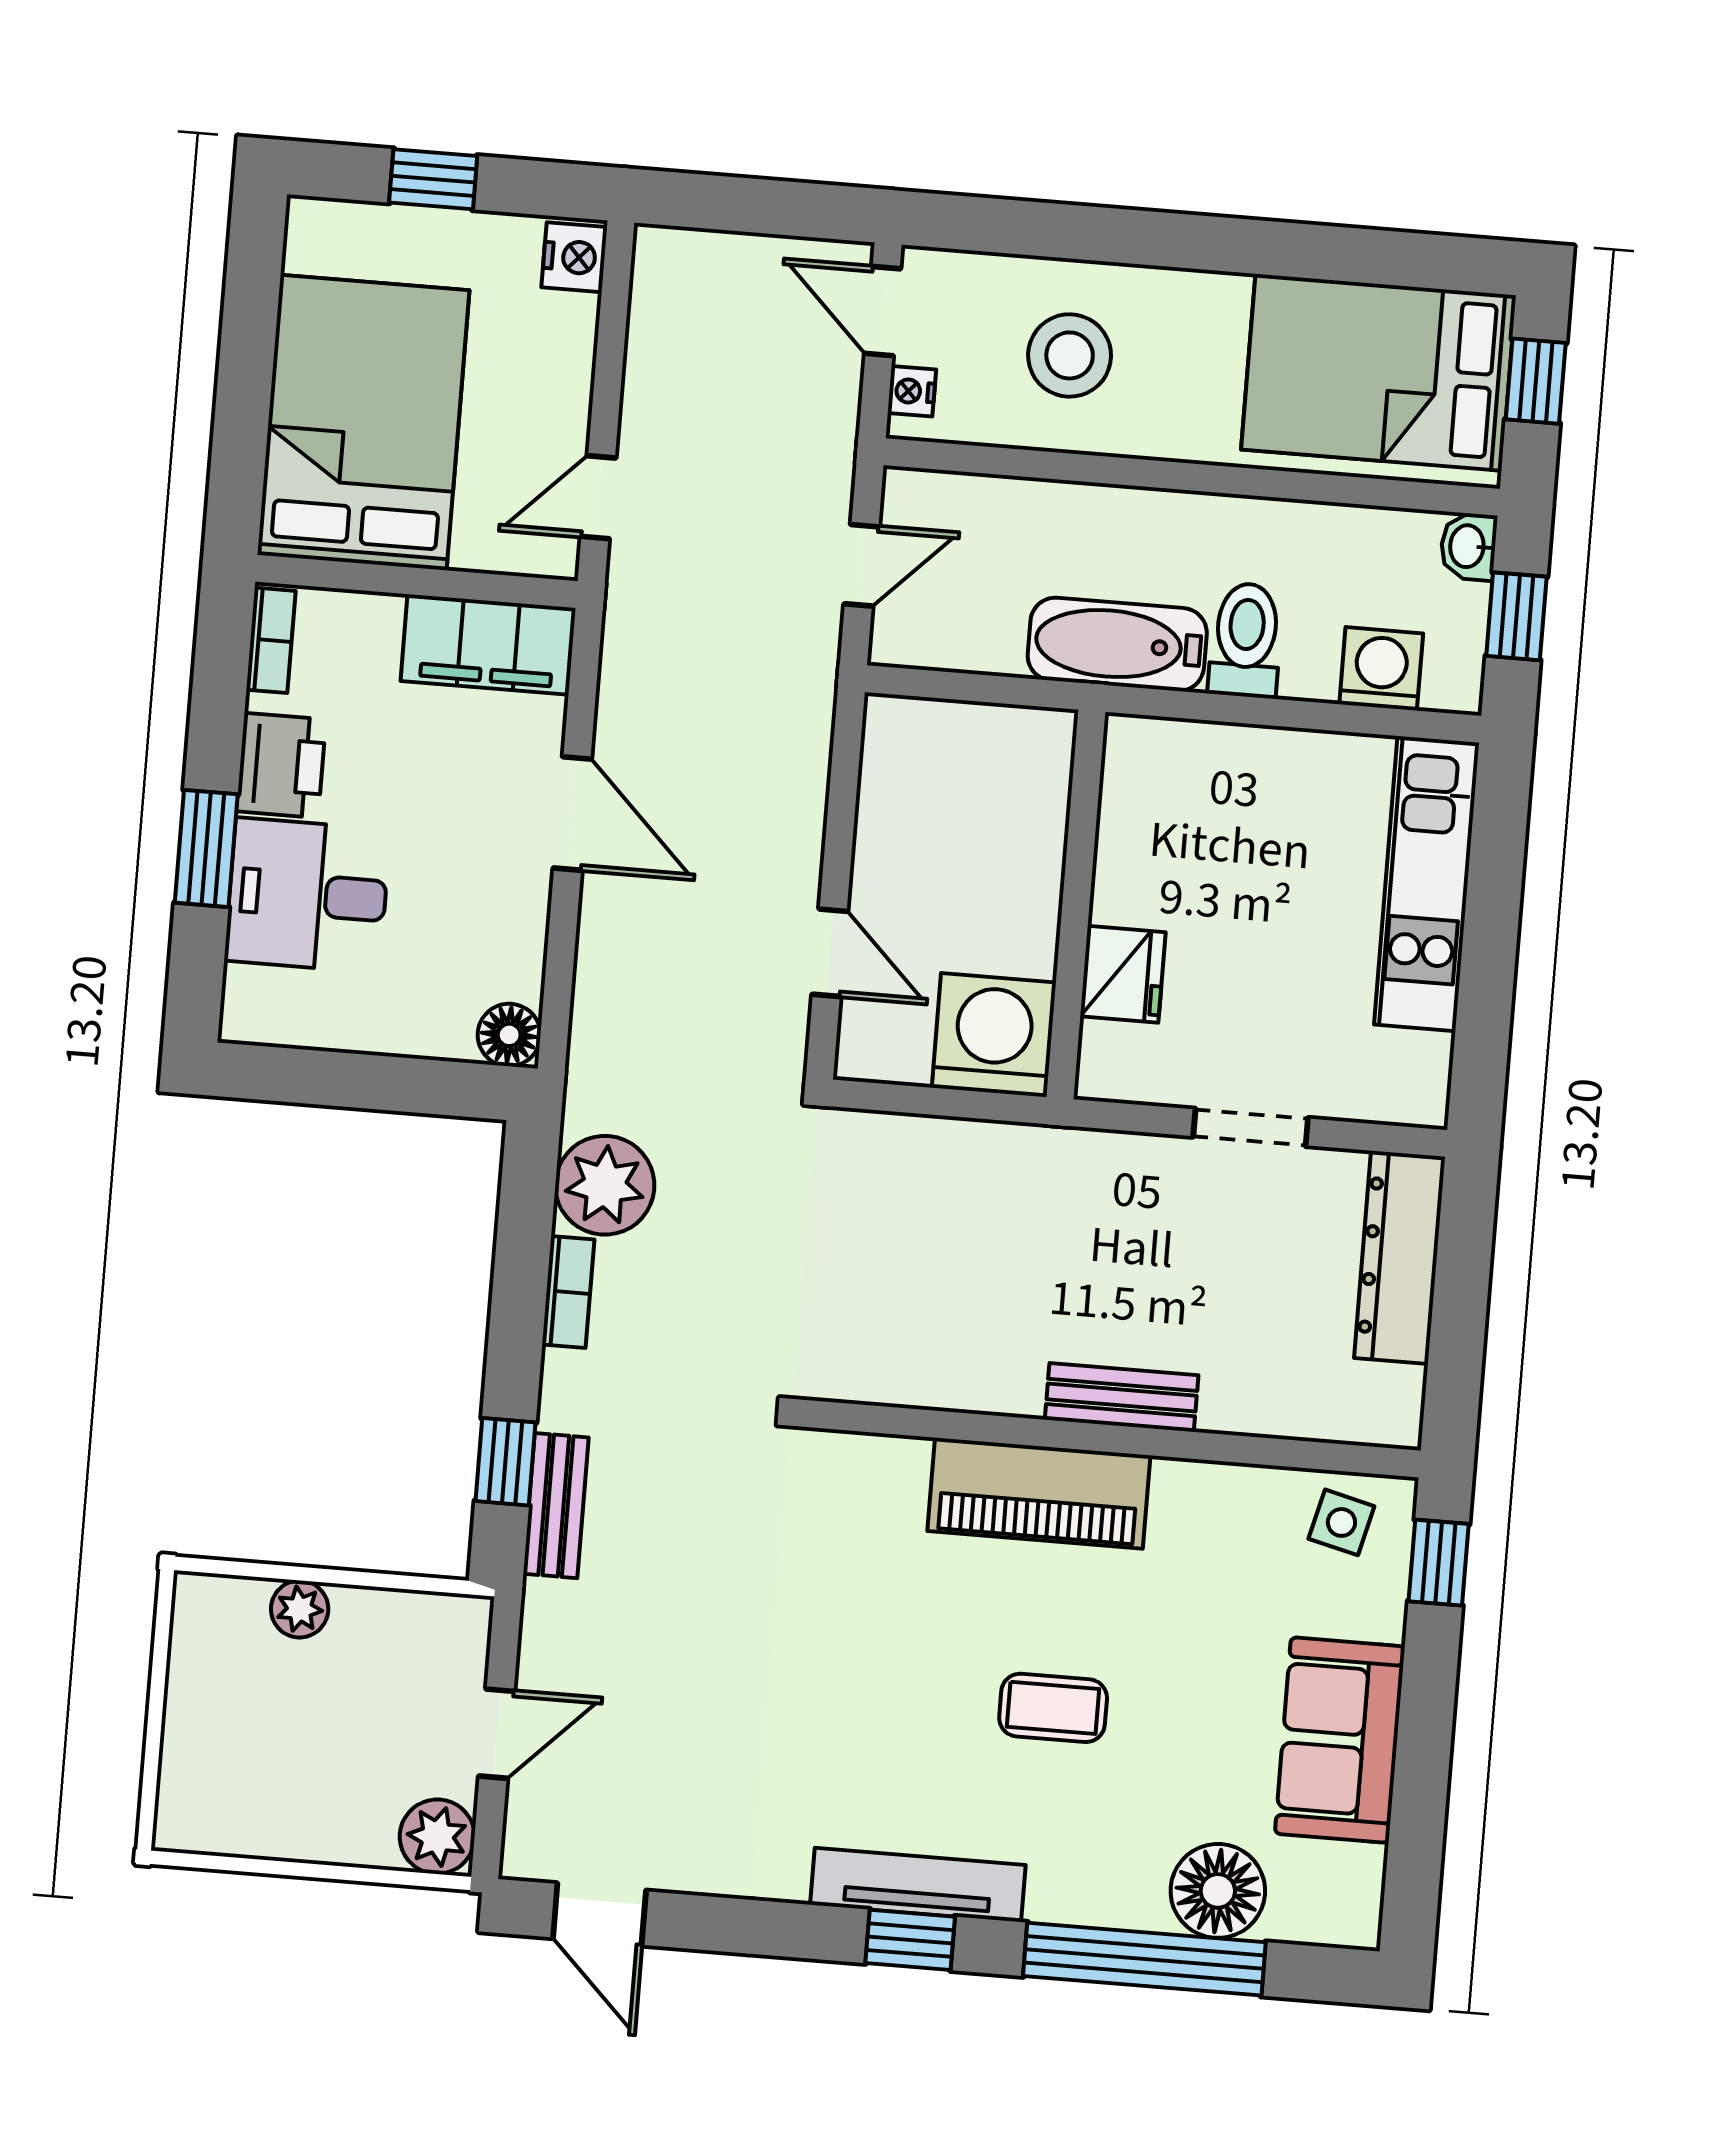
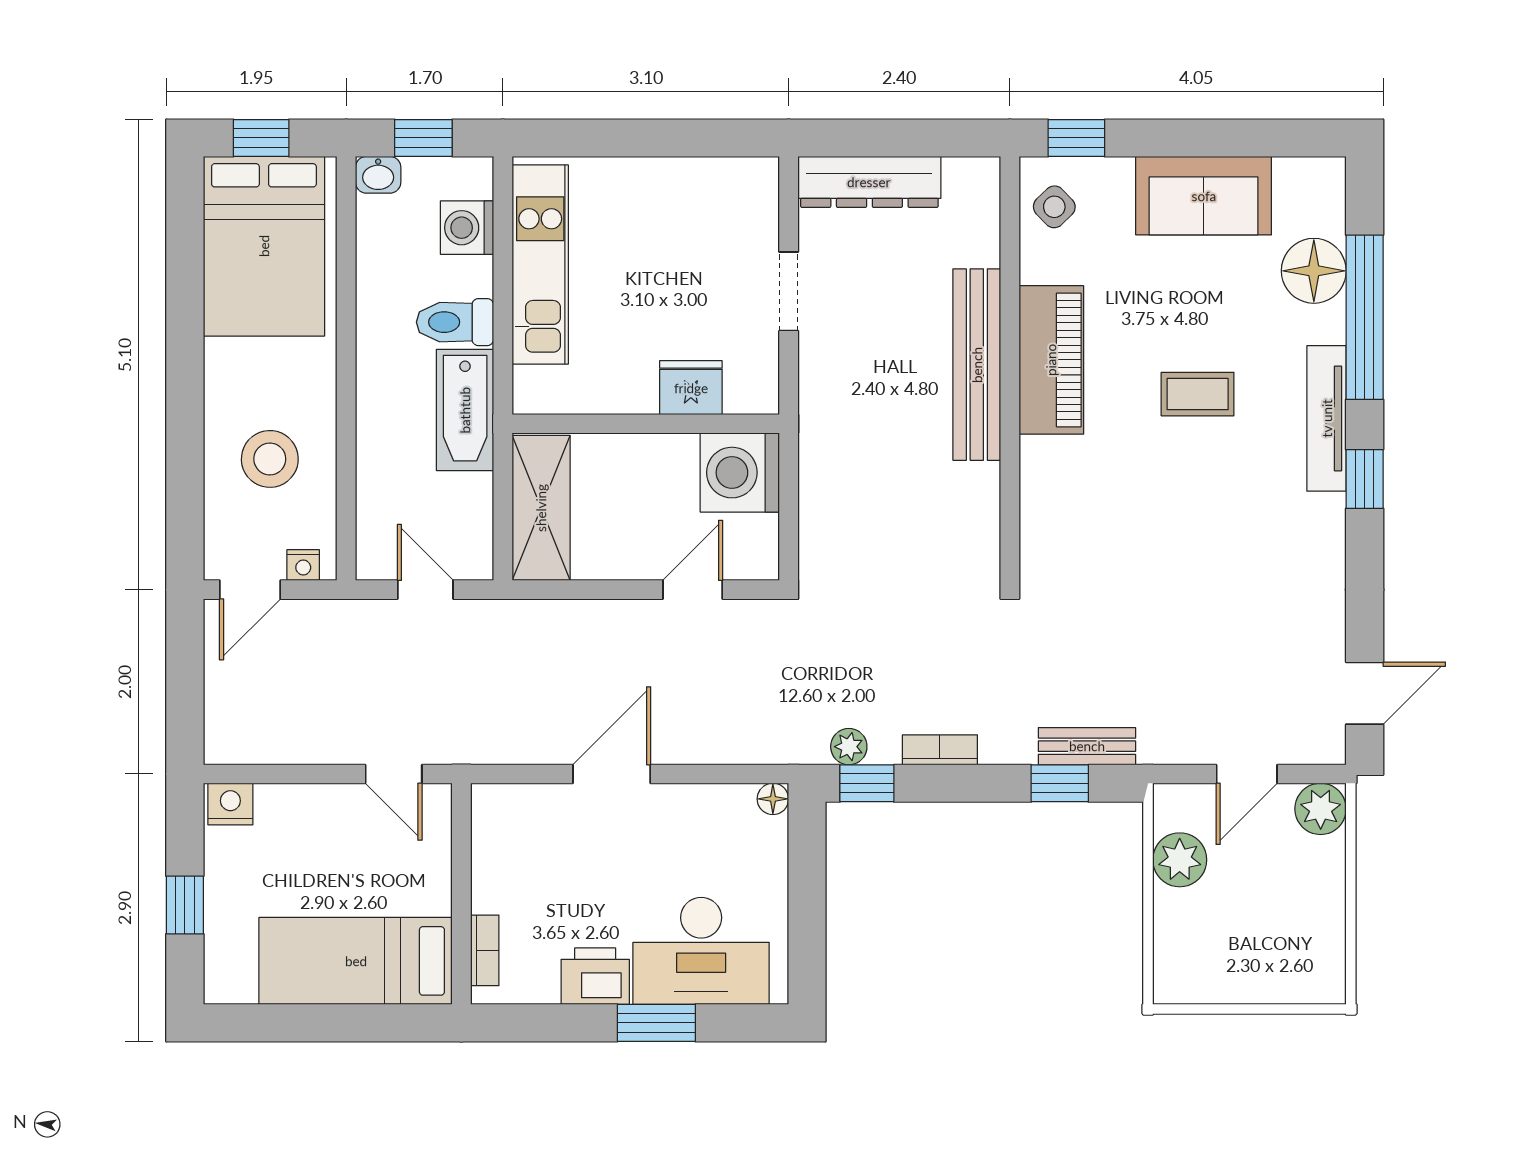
bed: (363, 423) -> (356, 961), width x0.67
bookcase: (271, 640) -> (485, 950), moved, turned 90
filing cabinet: (488, 645) -> (501, 841), removed
shelving: (966, 743) -> (541, 508), added
kitchen unit: (1427, 884) -> (540, 265), moved, turned -90
desk: (307, 895) -> (701, 951), width x1.37
floor lamp: (509, 1035) -> (773, 799), width x0.73, depth x0.73
window: (528, 1182) -> (867, 783), added
plant: (605, 1185) -> (849, 747), width x0.53, depth x0.53
bench: (1122, 1397) -> (977, 365), width x1.86, depth x1.21
piano: (1039, 1493) -> (1051, 360), moved
side table: (1341, 1522) -> (1054, 207), turned 32
plant: (300, 1609) -> (1180, 860), moved, width x1.38, depth x1.38
coffee table: (1053, 1708) -> (1198, 394), turned 90
door: (497, 1734) -> (1247, 774), swing flipped
tv unit: (918, 1885) -> (1327, 418), moved

